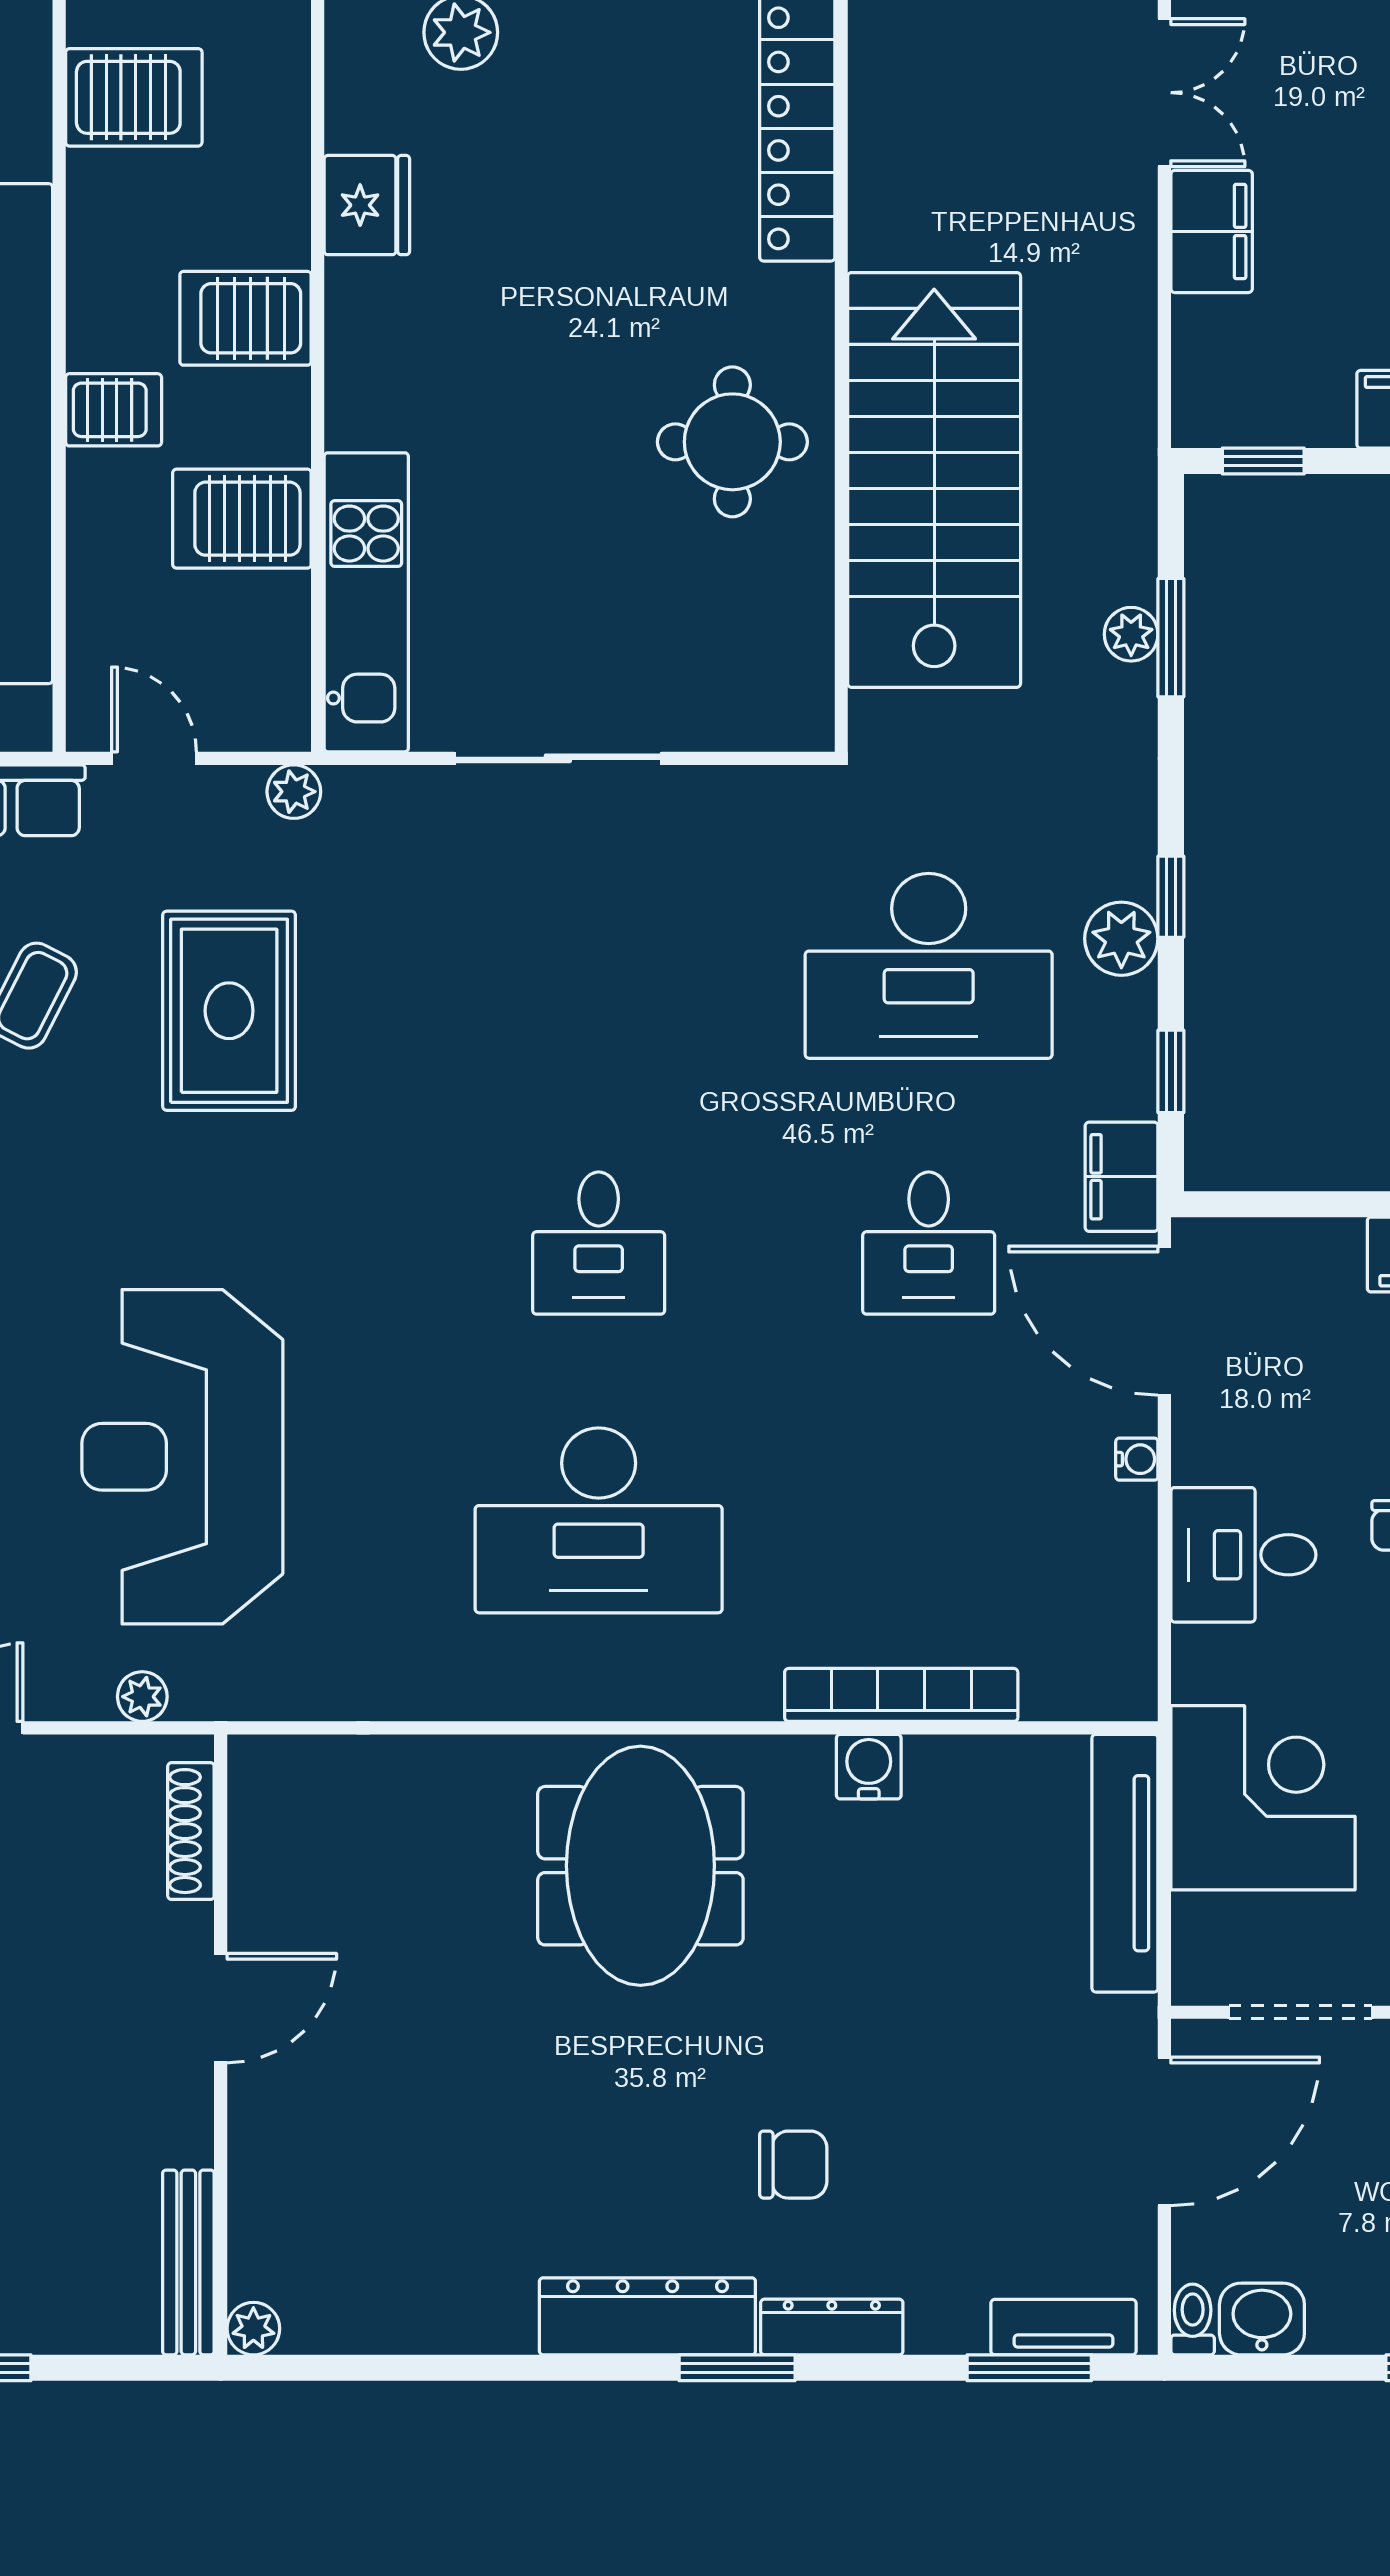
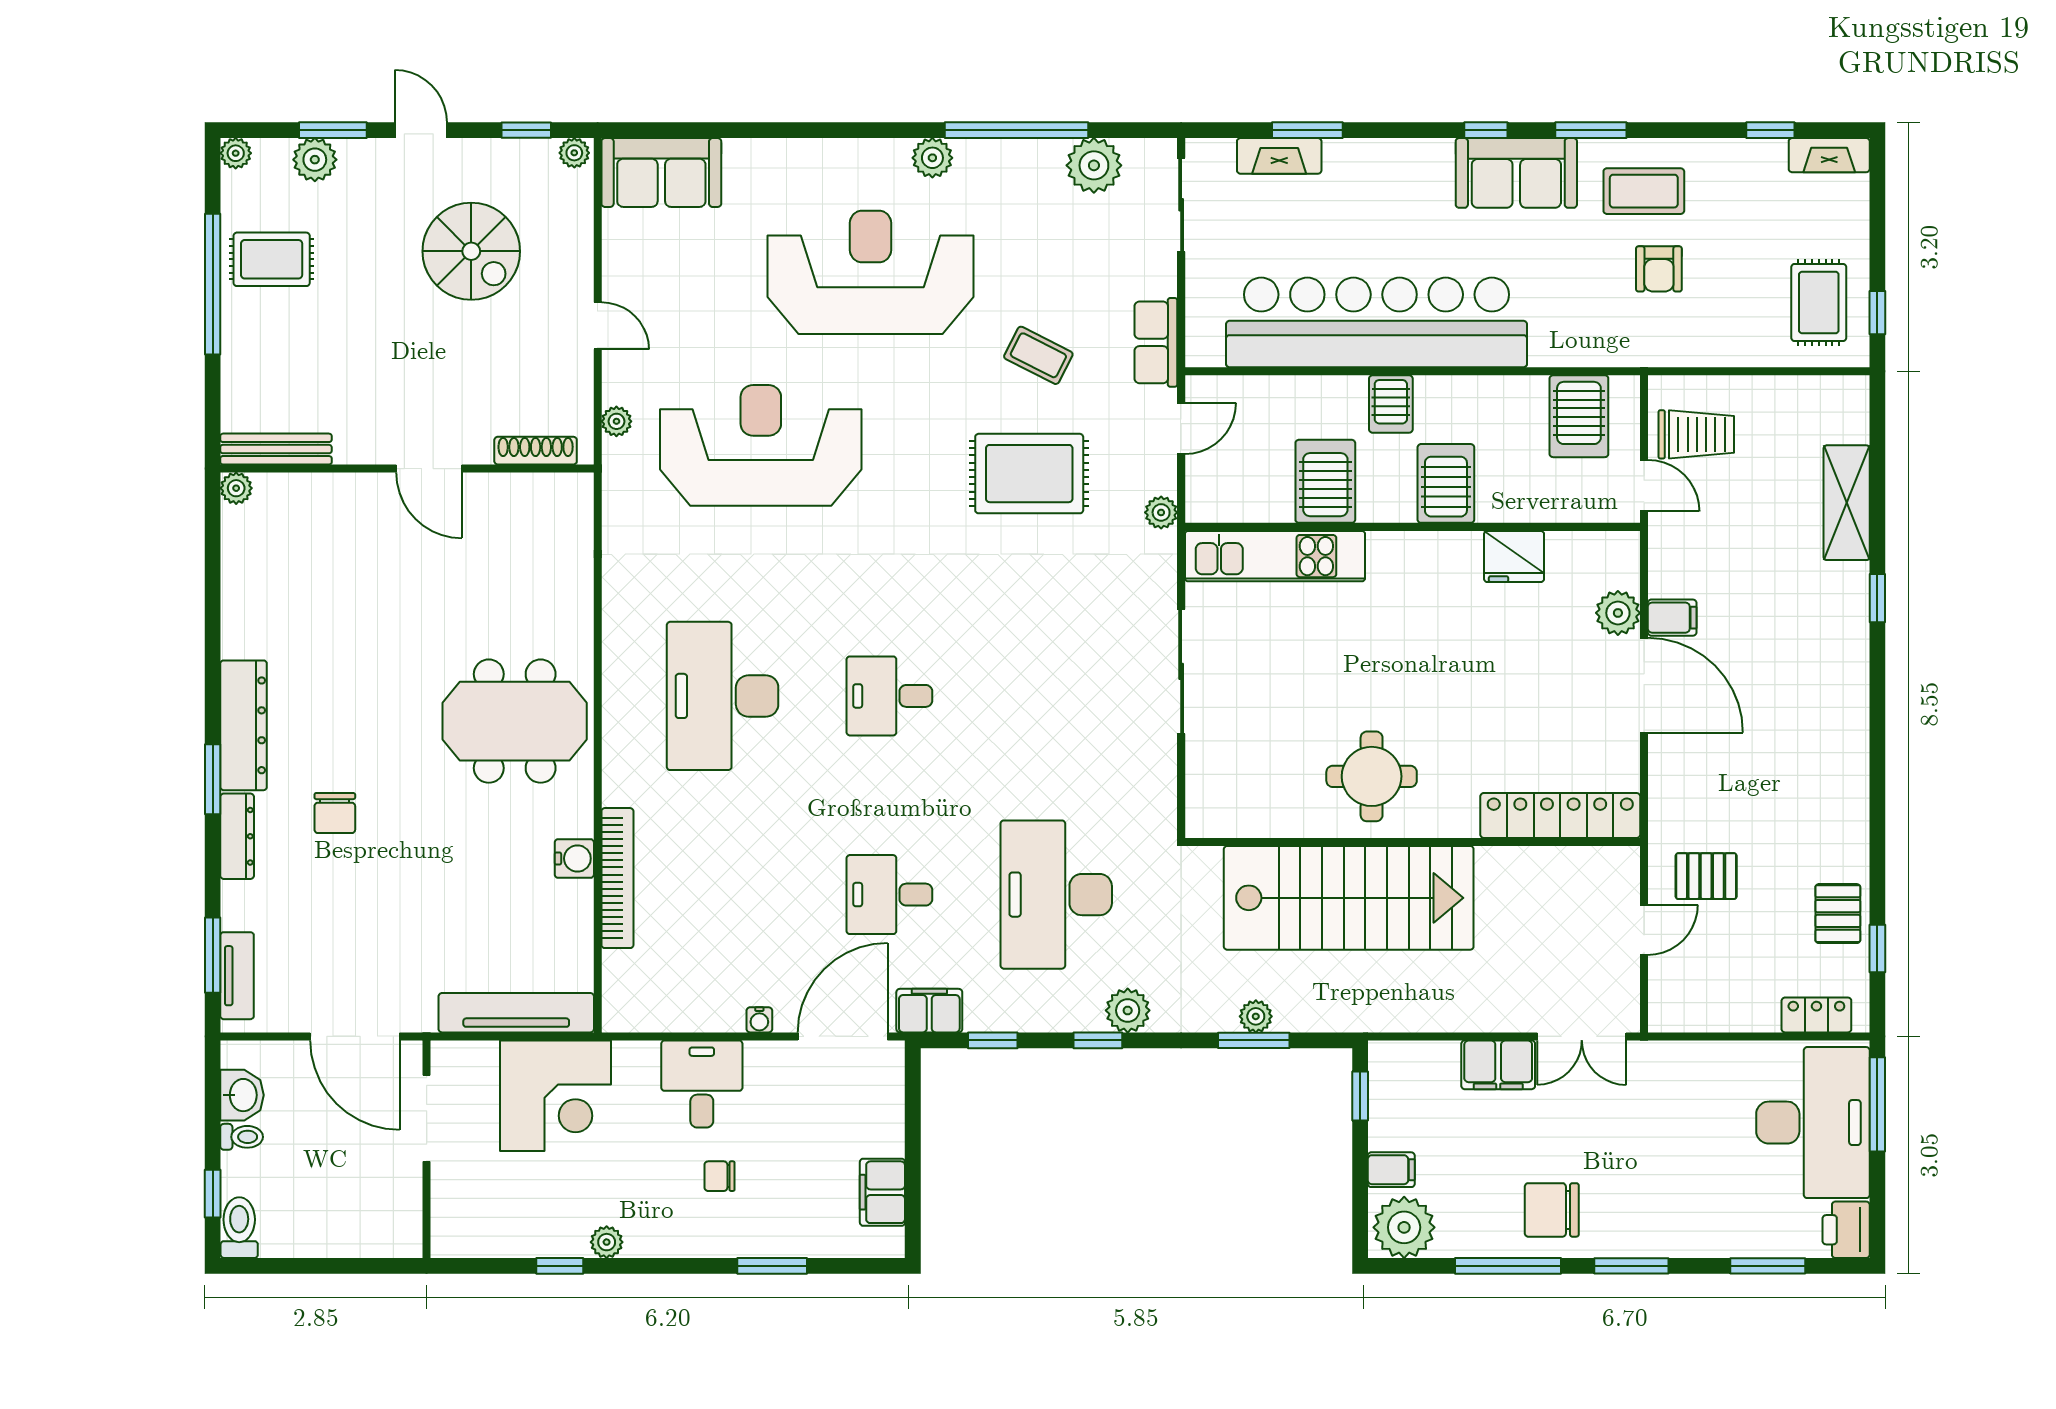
plant: (1121, 939) -> (1128, 1010), moved
toilet: (1193, 2319) -> (242, 1137), moved

